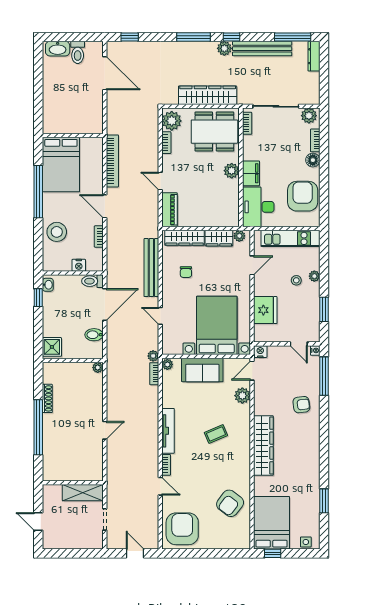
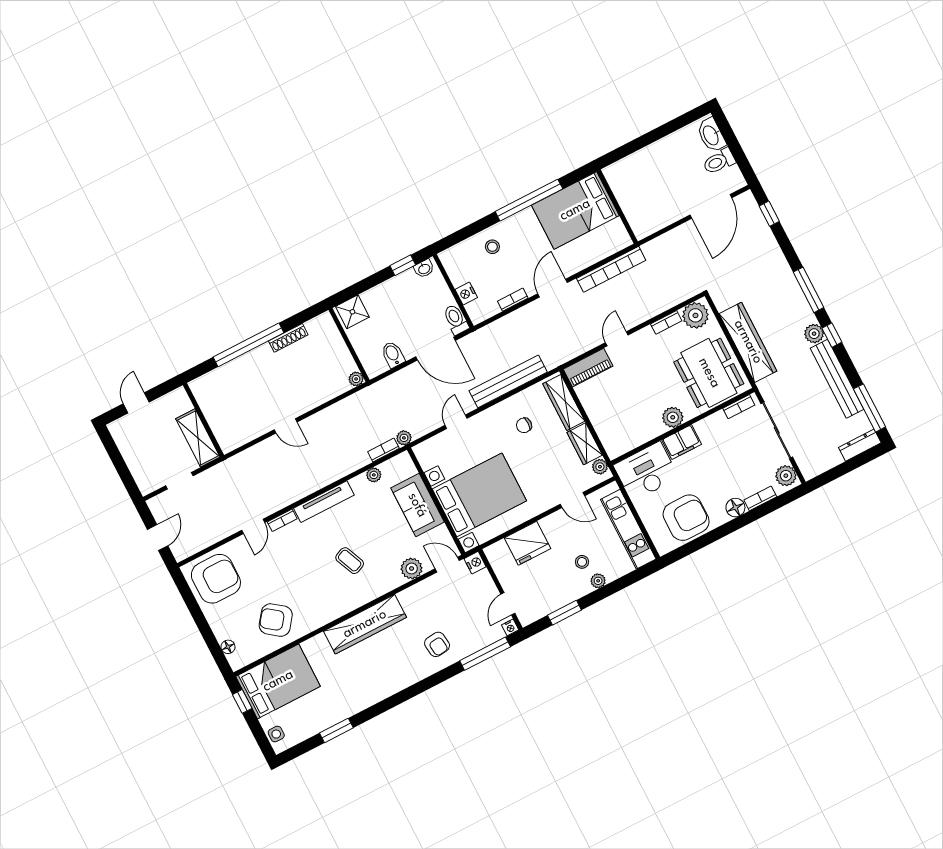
stool: (57, 232) -> (492, 247), width x0.53, depth x0.53
plant: (167, 364) -> (374, 475), moved
floor lamp: (232, 544) -> (228, 647), added

